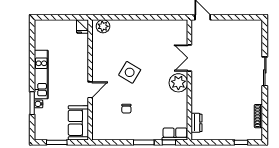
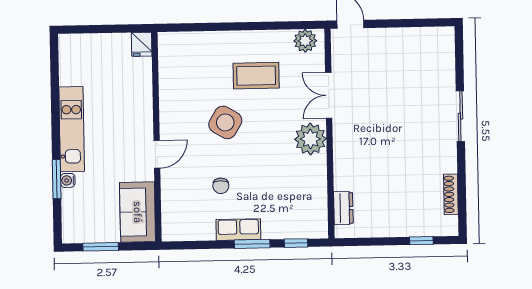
plant: (103, 26) -> (305, 41), moved
coffee table: (148, 46) -> (256, 76), added
row of seats: (175, 134) -> (238, 230), moved

